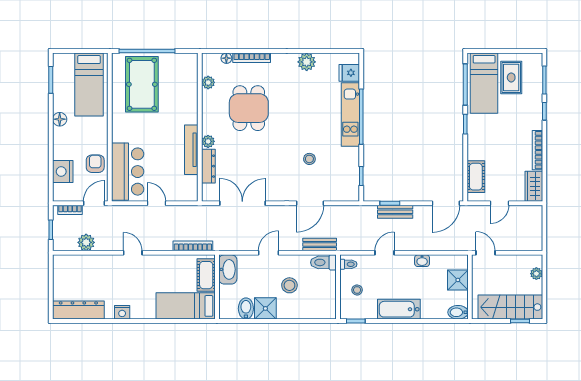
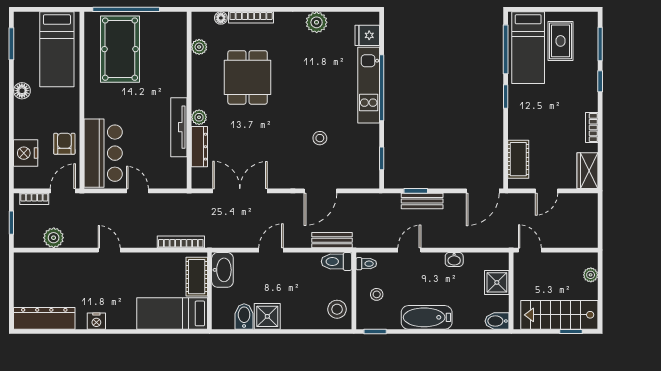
bookcase: (537, 150) -> (592, 128), width x0.64
stool: (289, 285) -> (337, 309), moved

